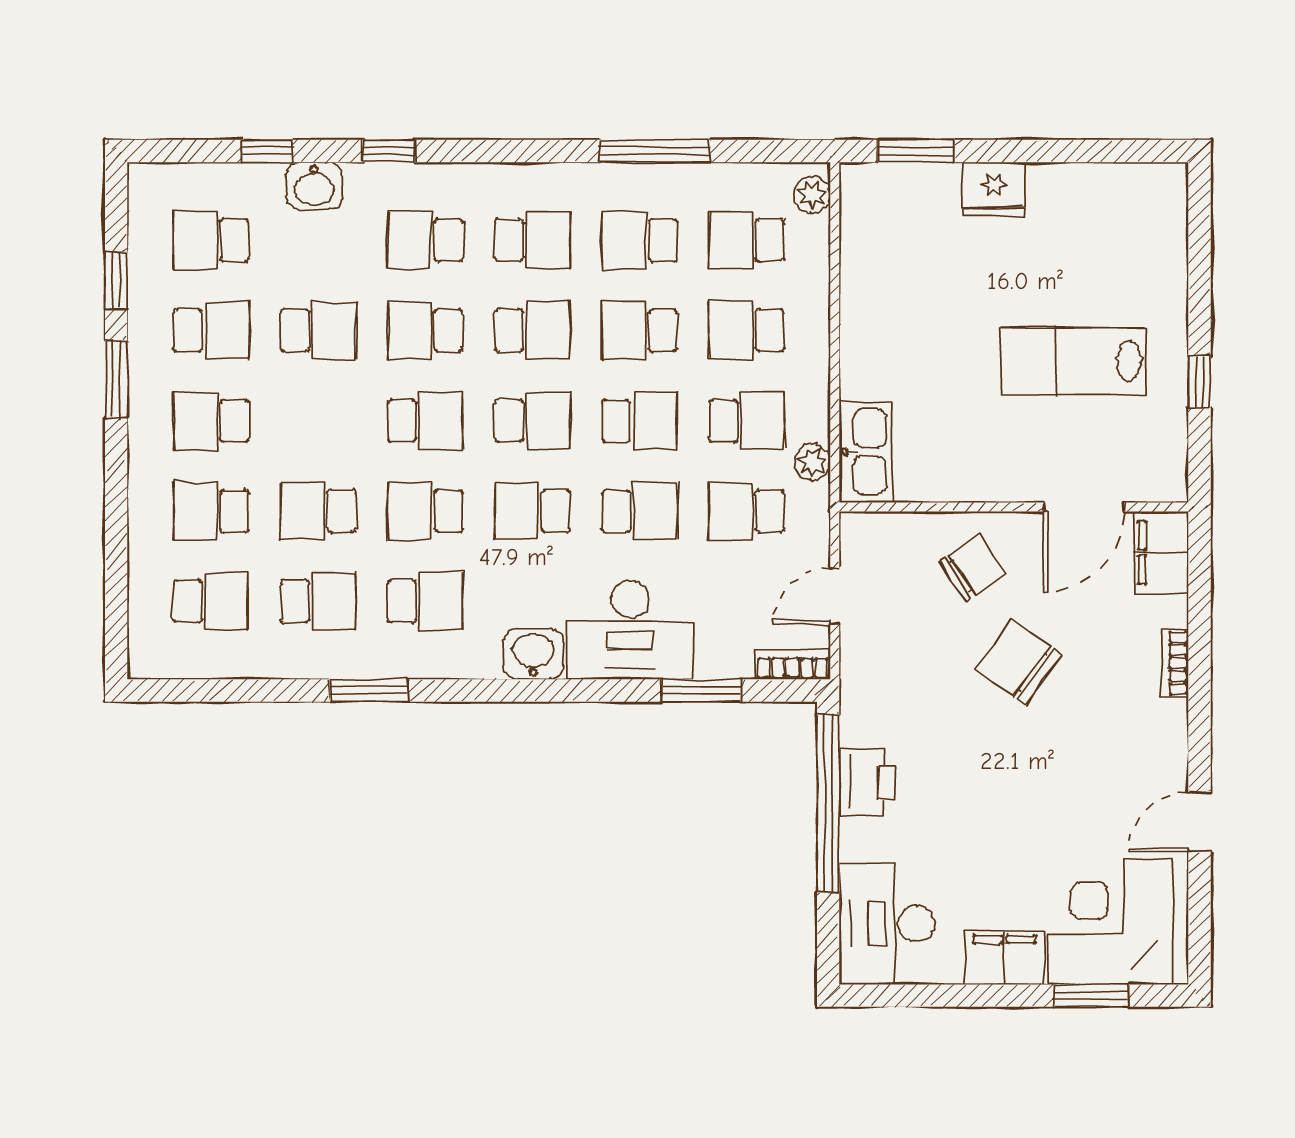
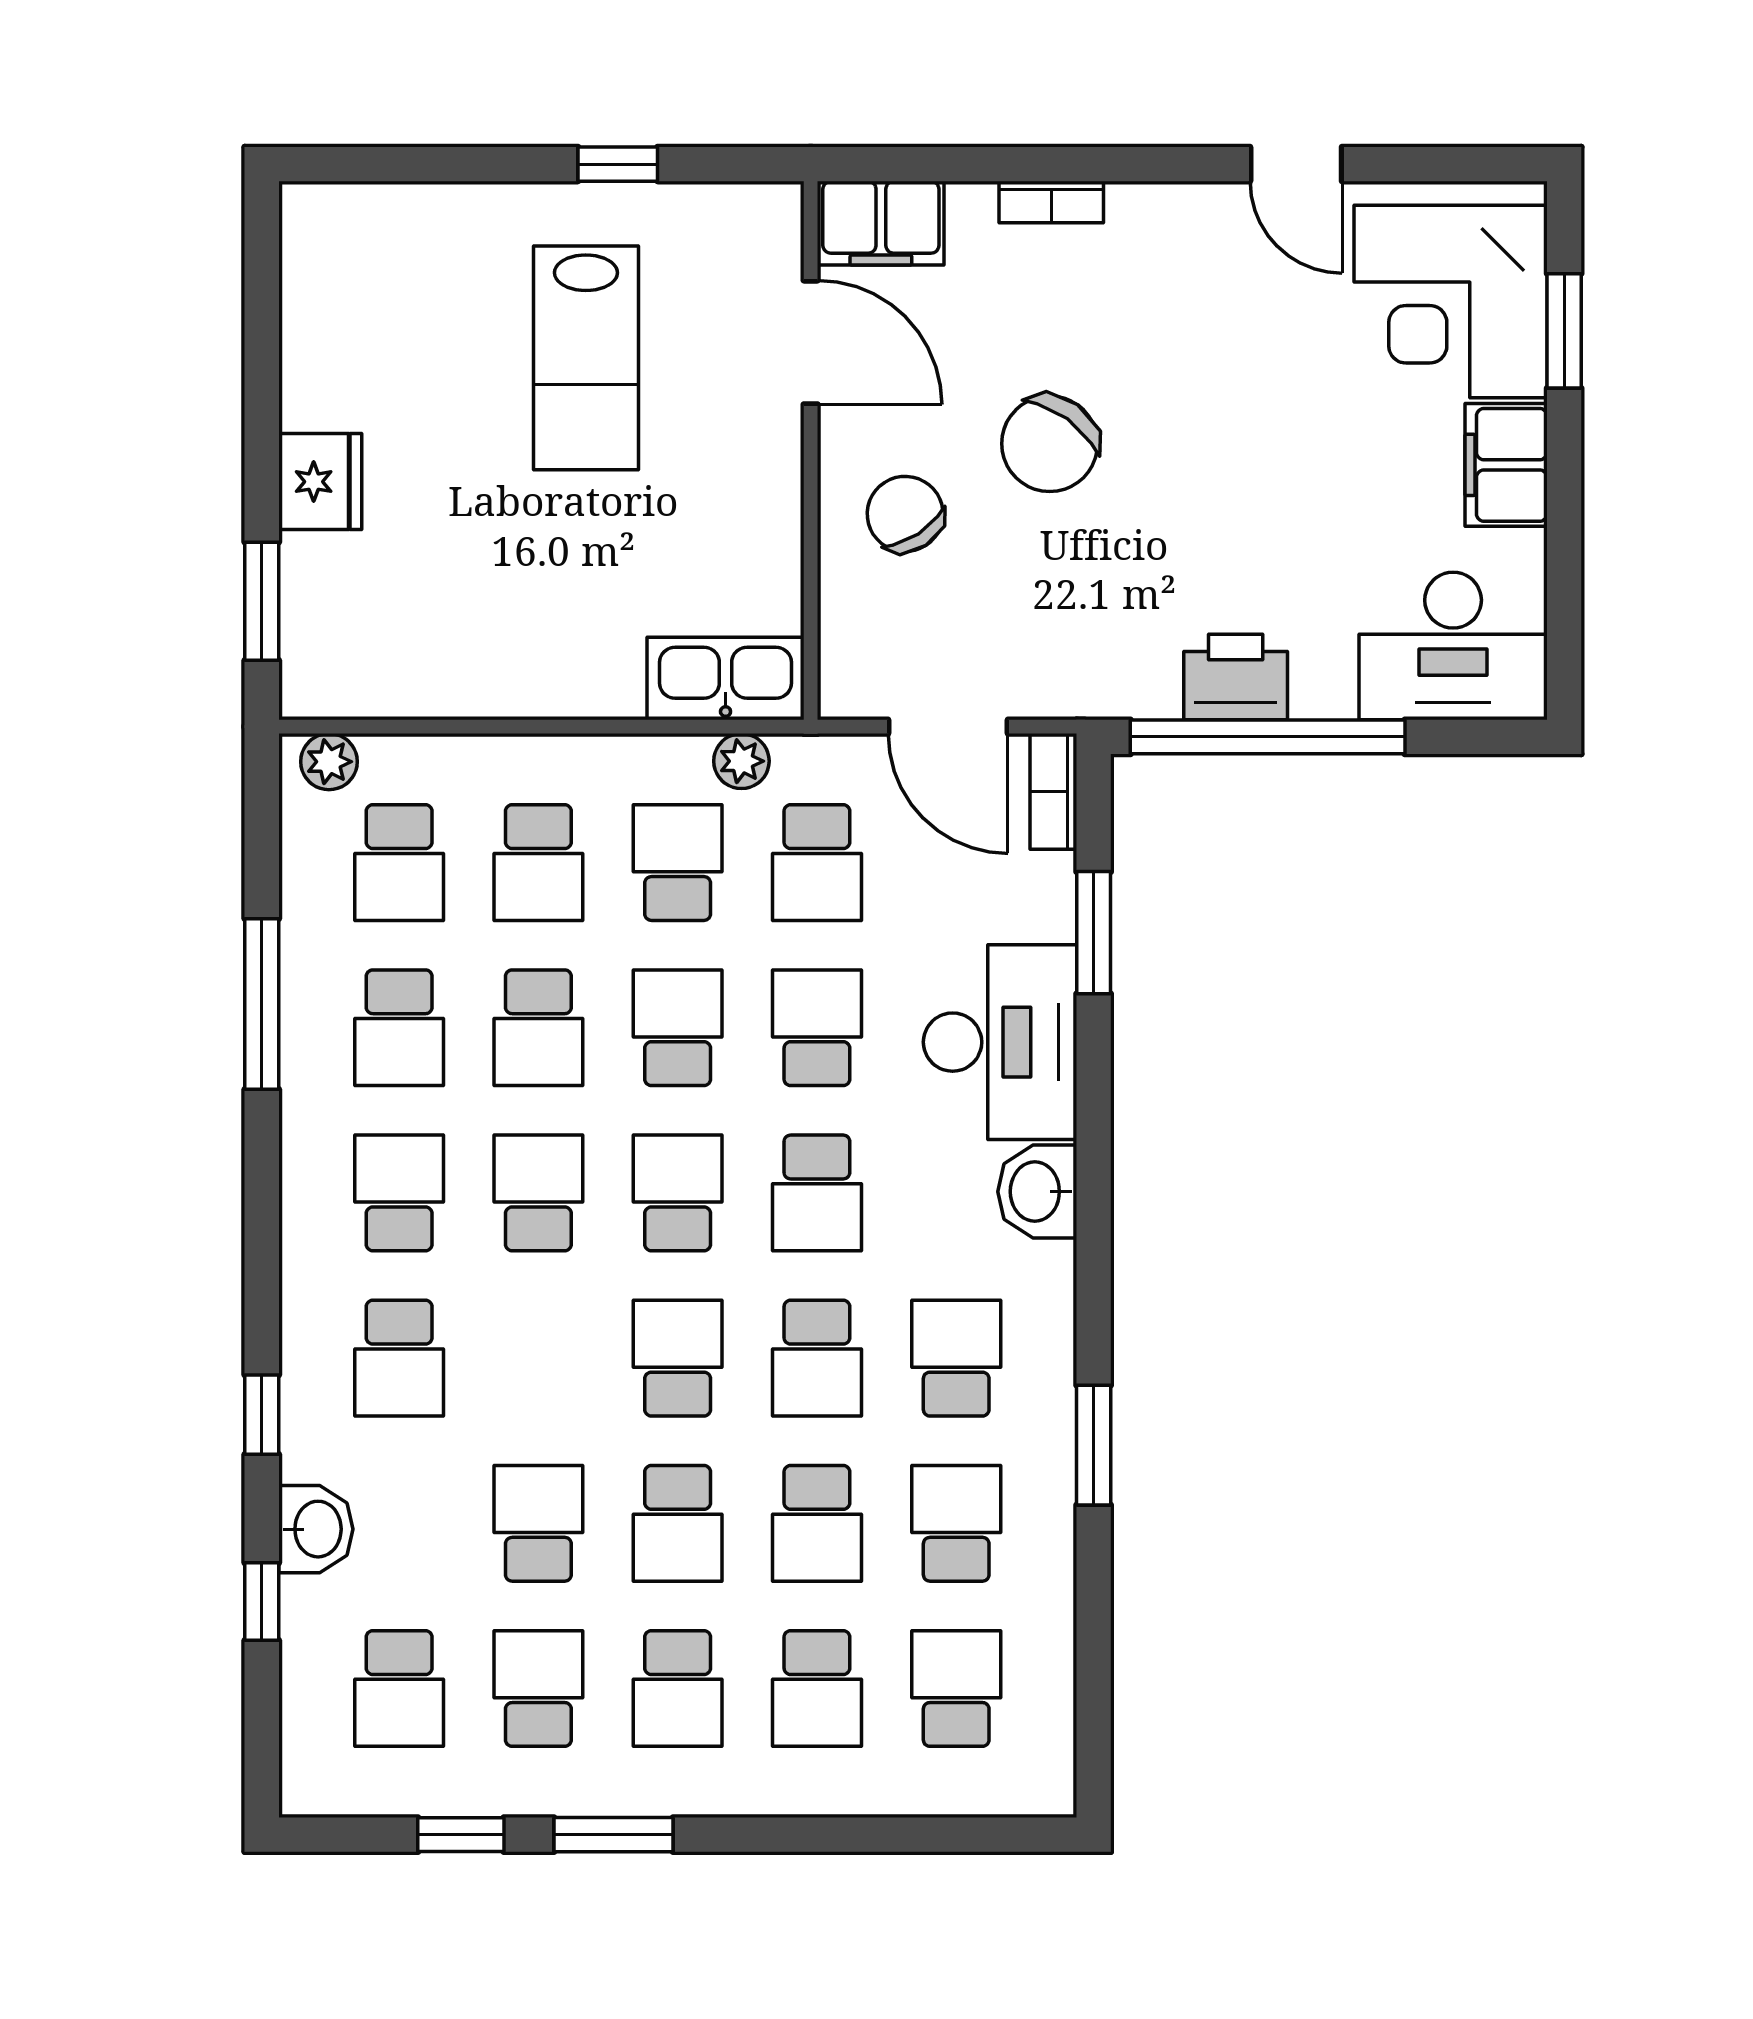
school desk: (425, 330) -> (678, 1523), moved
door: (835, 596) -> (948, 727), width x1.38

